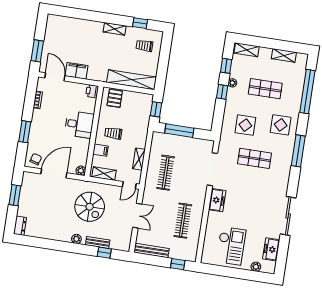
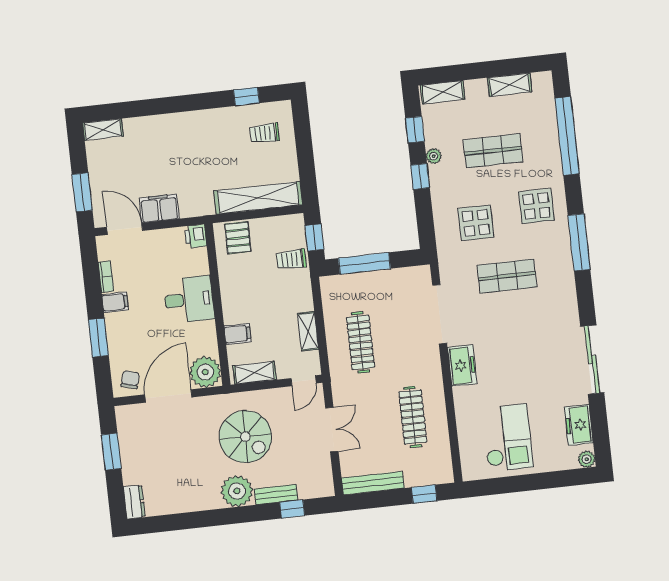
shelving: (115, 29) -> (103, 130), moved
filing cabinet: (39, 115) -> (115, 302), added
trolley: (113, 133) -> (291, 259), moved
plant: (81, 171) -> (205, 372), width x1.87, depth x1.87
plant: (76, 239) -> (237, 491), width x1.87, depth x1.87
plant: (256, 267) -> (587, 459), moved

